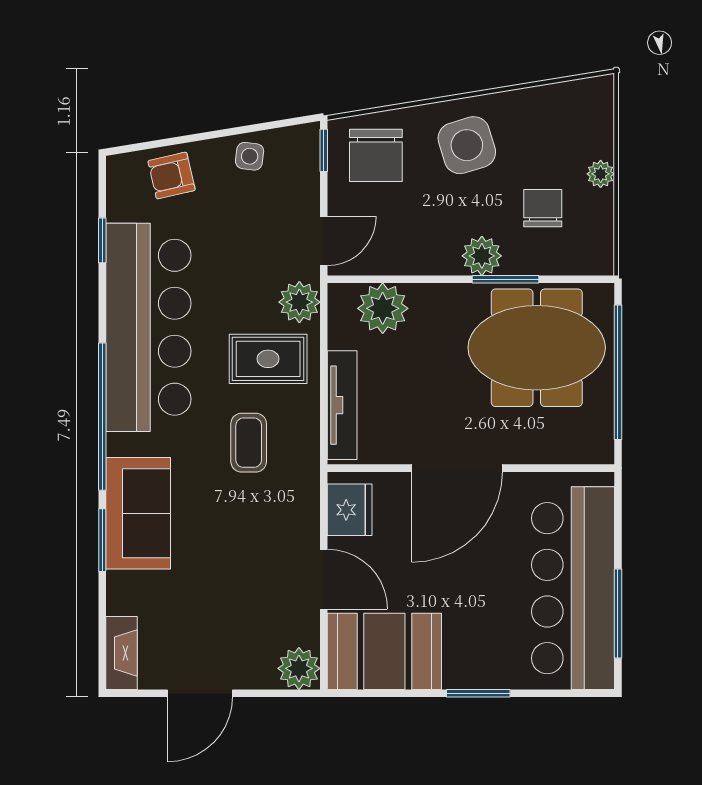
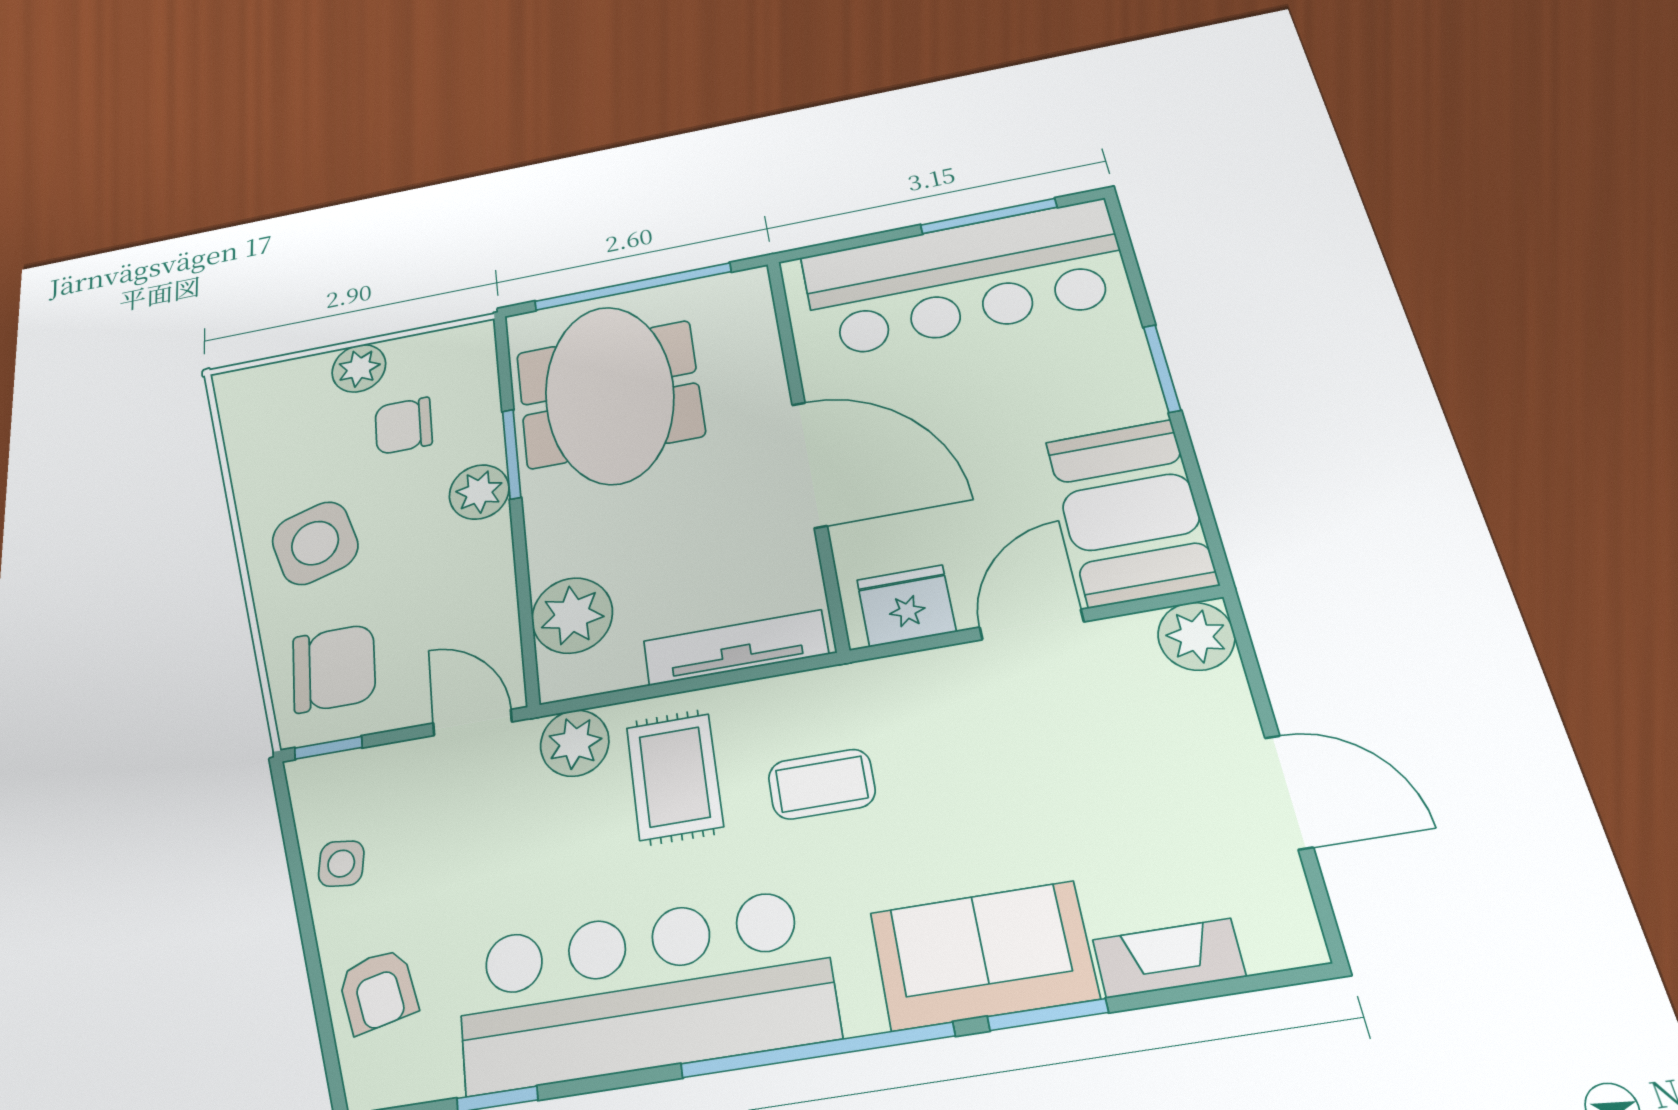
plant: (601, 174) -> (359, 368), width x1.38, depth x1.38
fireplace: (122, 653) -> (1169, 958), moved

